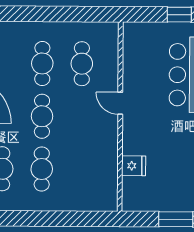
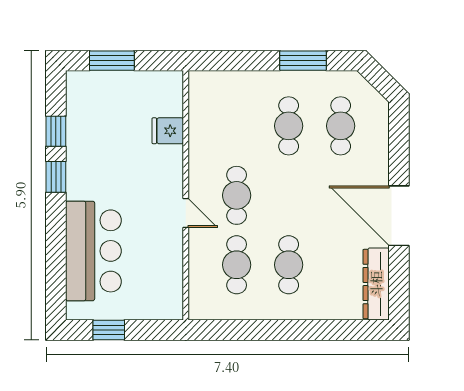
cafe table: (42, 116) -> (237, 195), moved
window: (31, 219) -> (303, 61), added

